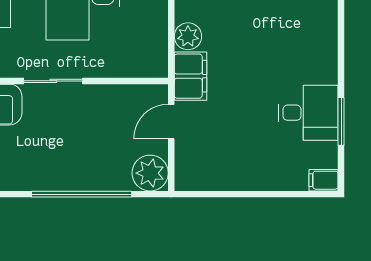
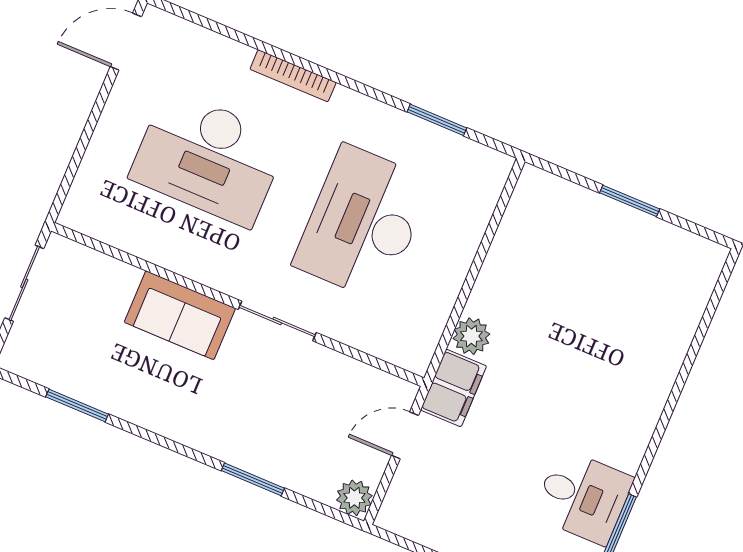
plant: (150, 173) -> (354, 498), width x0.73, depth x0.73
window: (82, 194) -> (253, 479), width x0.47

